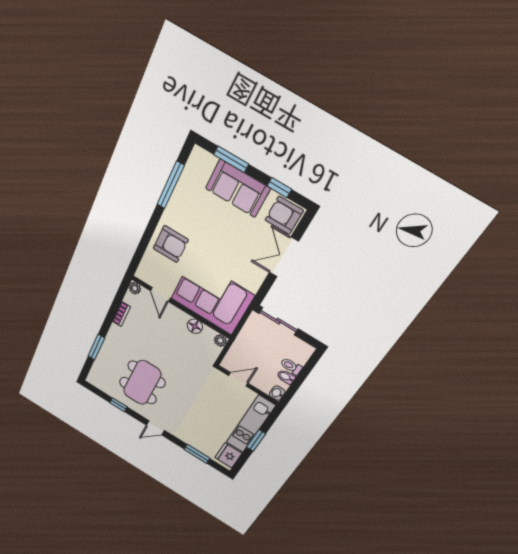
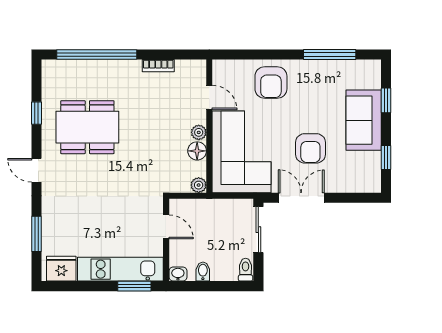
window: (231, 159) -> (386, 100), width x0.67
armchair: (284, 215) -> (310, 148), moved, turned 180
double door: (284, 257) -> (301, 198), moved
plant: (135, 288) -> (199, 132), moved
door: (160, 294) -> (209, 97), swing flipped
window: (96, 347) -> (97, 54), width x2.11
toilet: (291, 366) -> (246, 270), moved
window: (256, 440) -> (134, 286), moved

